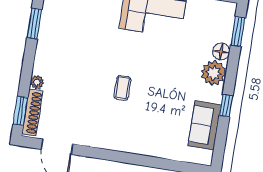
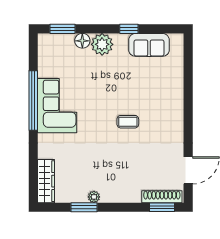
plant: (37, 82) -> (94, 197), moved

